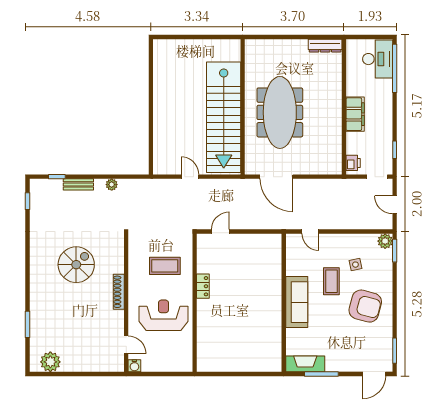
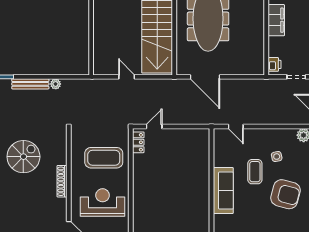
bench: (78, 184) -> (30, 84), width x1.36
coffee table: (165, 266) -> (104, 158), width x1.36, depth x1.32
locker: (203, 286) -> (138, 142), moved

